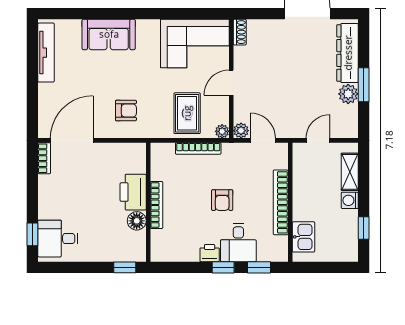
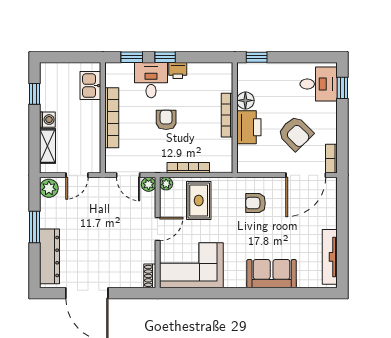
plant: (348, 94) -> (49, 188), moved
armchair: (83, 186) -> (295, 133), added

